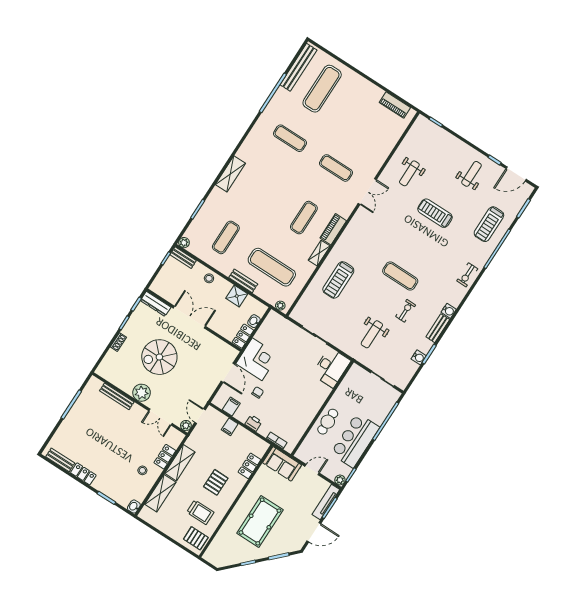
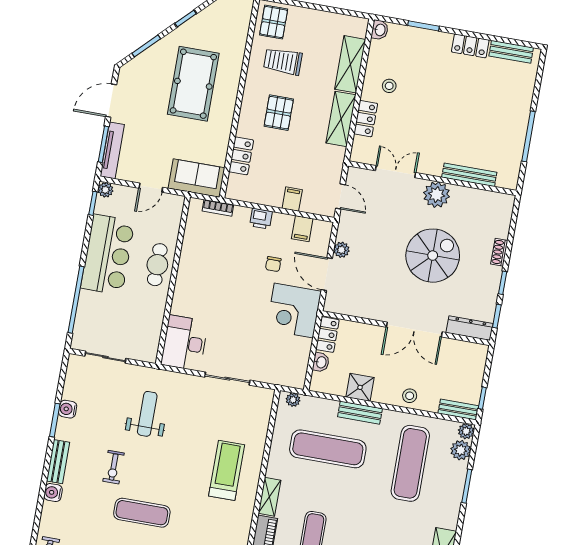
plant: (192, 233) -> (461, 450), added
exercise mat: (226, 237) -> (410, 463), width x1.36, depth x1.45
plant: (186, 426) -> (341, 250), moved
pallet: (196, 538) -> (274, 22), turned 90

